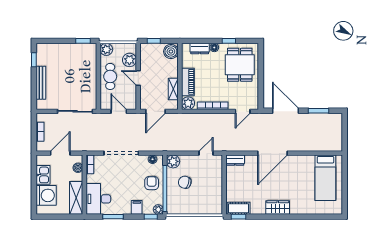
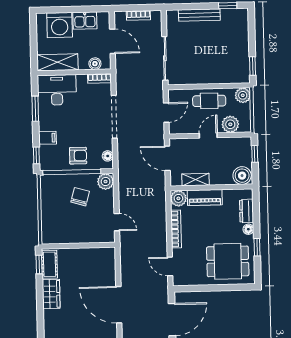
dresser: (235, 160) -> (109, 259), removed
wardrobe: (278, 208) -> (51, 294), moved
plant: (158, 210) -> (45, 165), removed

